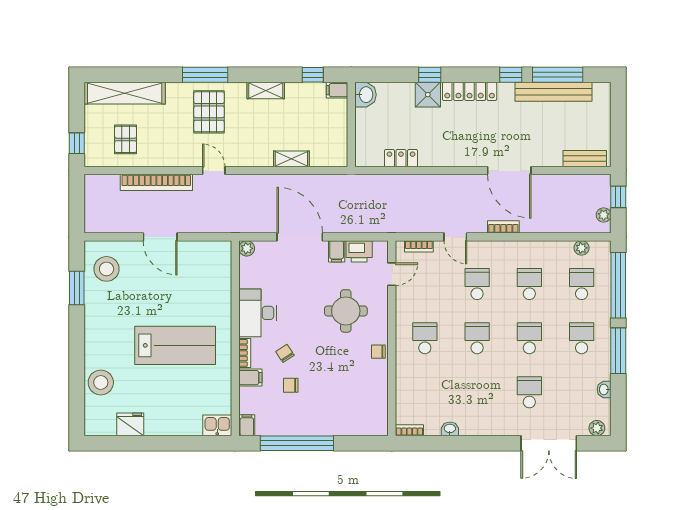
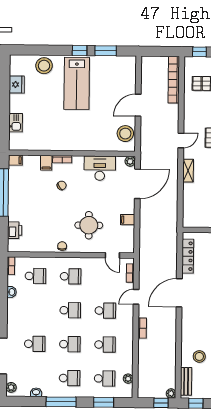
stool: (546, 139) -> (199, 356), added
window: (618, 143) -> (196, 403), added
locker: (401, 158) -> (188, 256), width x1.53
shelving: (291, 159) -> (188, 171), moved
door: (509, 171) -> (179, 293), moved
bookcase: (156, 182) -> (174, 80), moved
plant: (604, 215) -> (171, 393), moved
door: (300, 237) -> (137, 184), moved
printer: (359, 251) -> (15, 230), moved, turned 180
stool: (107, 269) -> (125, 134), moved
window: (618, 285) -> (104, 402), width x0.47
desk: (258, 313) -> (100, 168), moved
window: (77, 328) -> (80, 50), added
lab bench: (175, 345) -> (77, 83), moved
chair: (291, 385) -> (41, 189), removed
school desk: (425, 392) -> (35, 276), added
kitchen sink: (217, 425) -> (16, 123), moved

